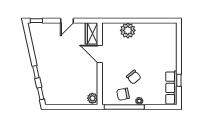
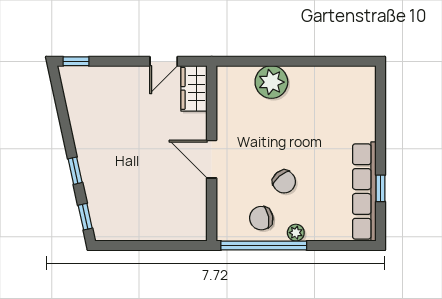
door: (67, 21) -> (164, 61), moved
door: (100, 54) -> (212, 159), moved
row of seats: (171, 88) -> (364, 191), width x1.36
plant: (92, 98) -> (196, 227), removed

